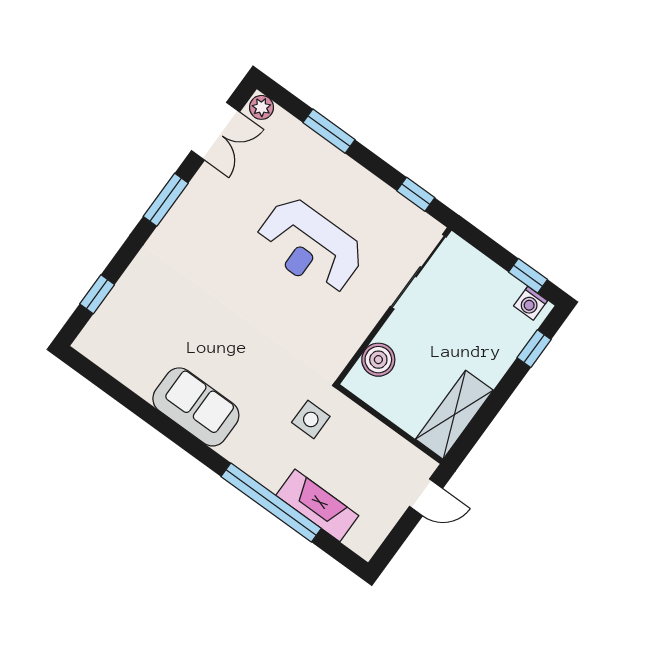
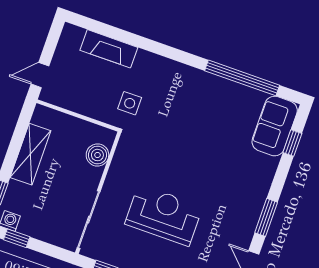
sofa: (196, 407) -> (275, 126), moved, turned 90
shelving: (454, 415) -> (30, 154), moved
window: (271, 502) -> (242, 78), moved

